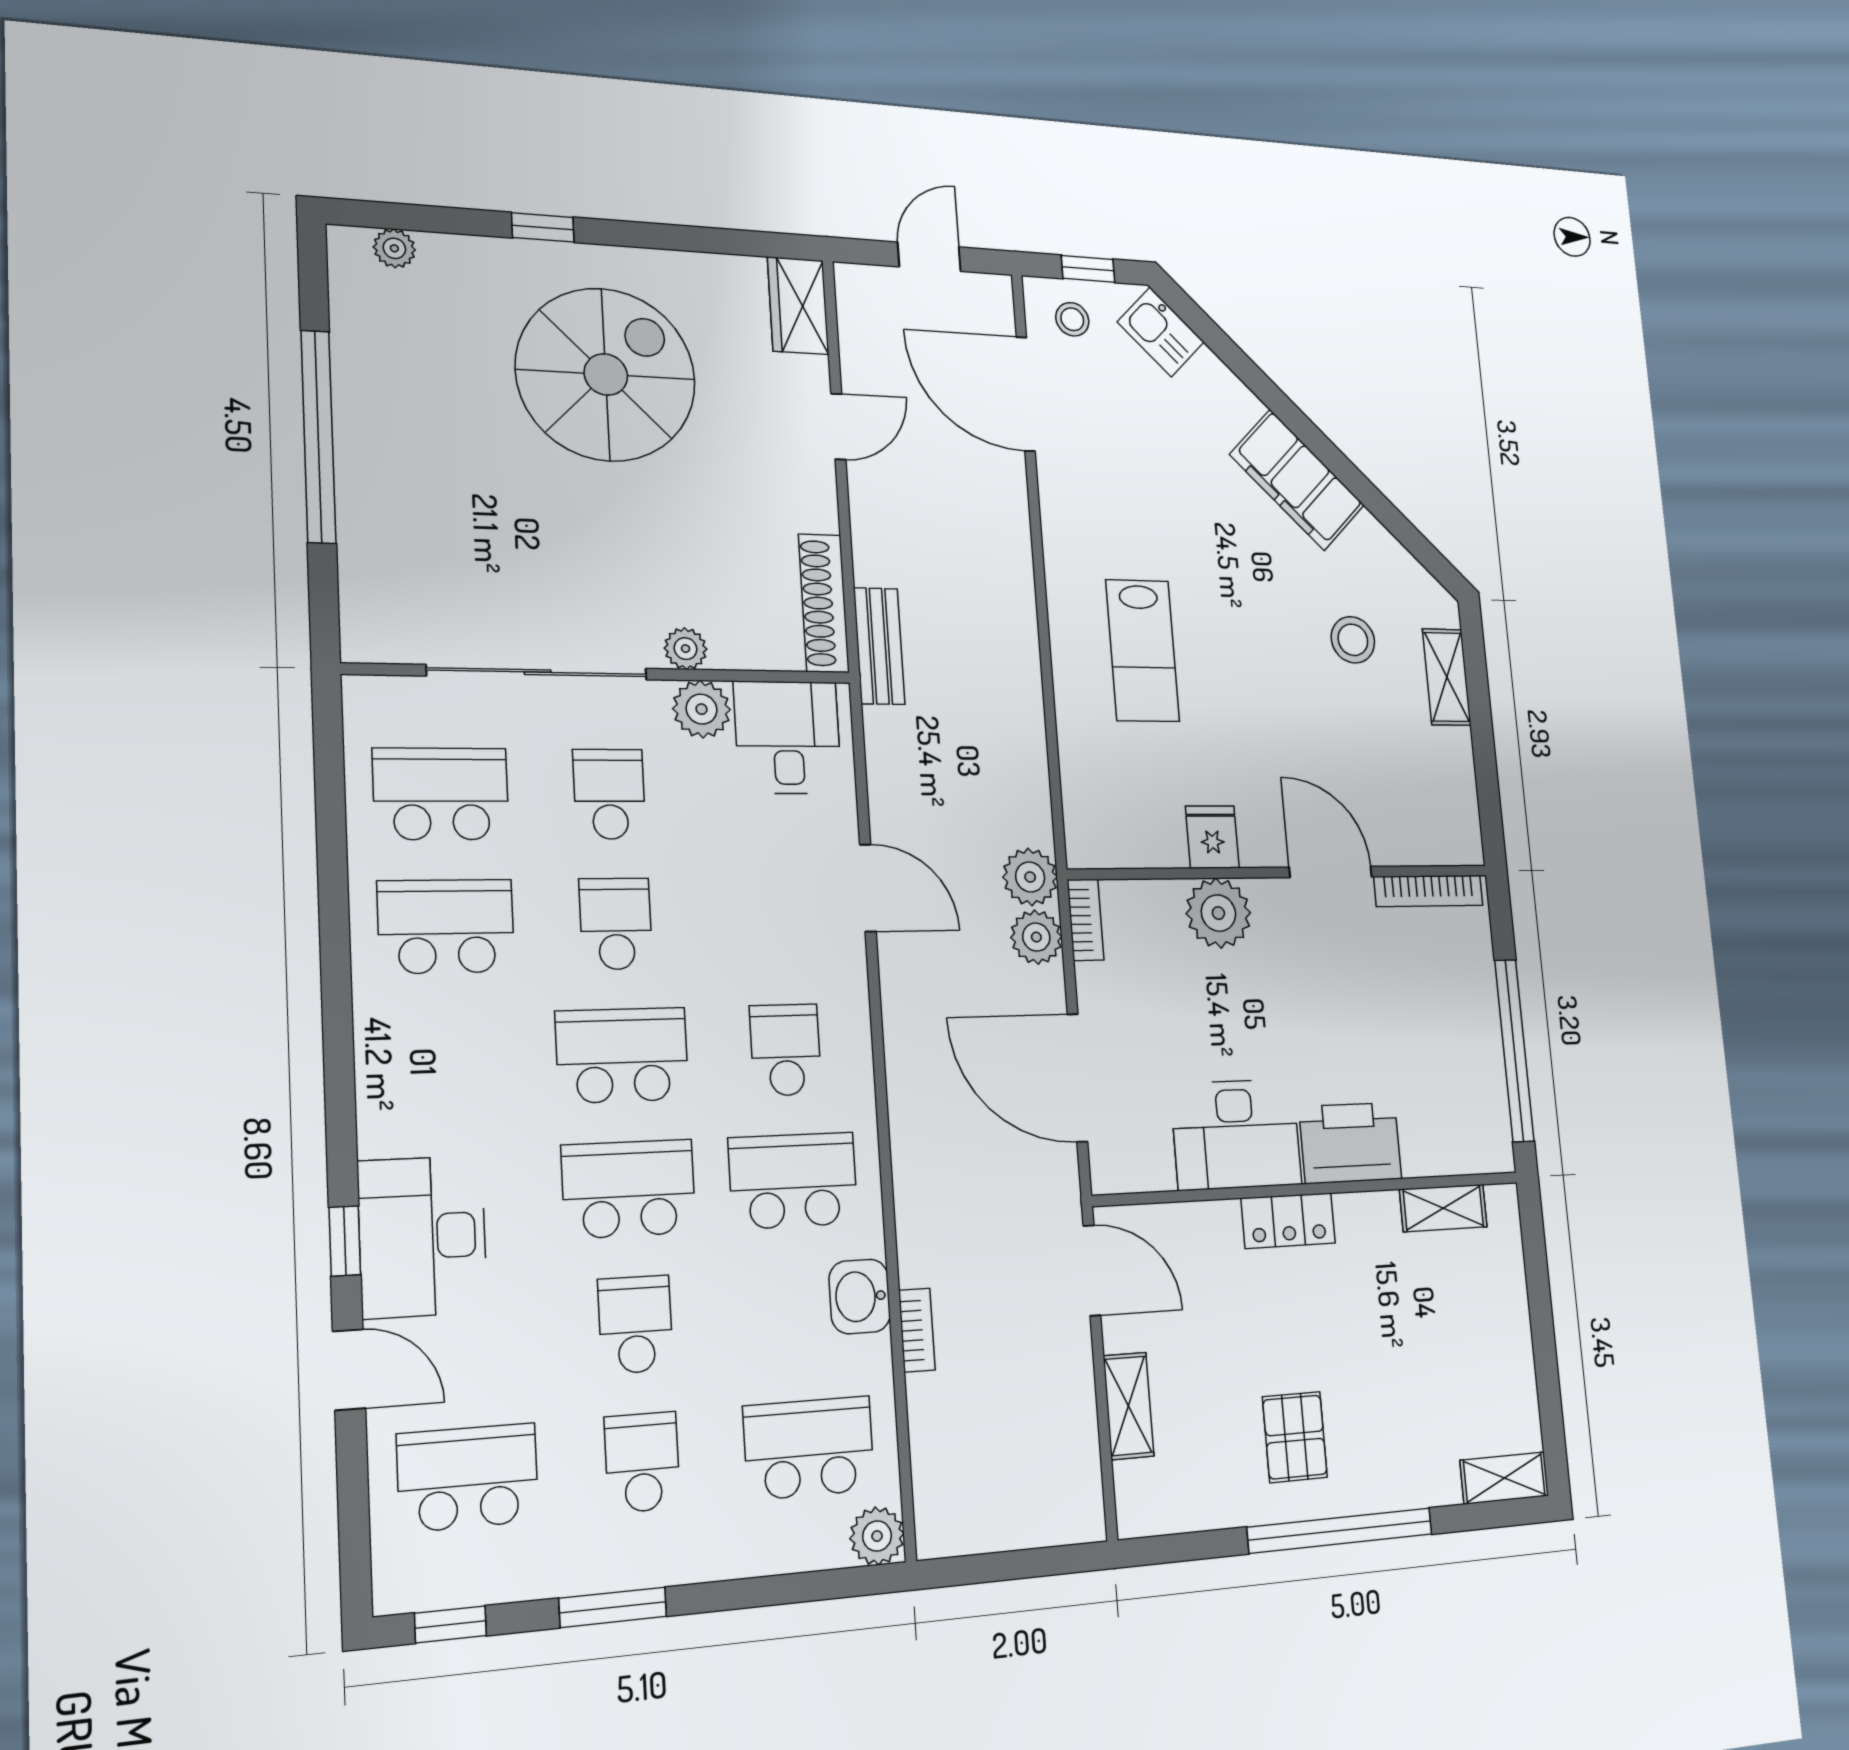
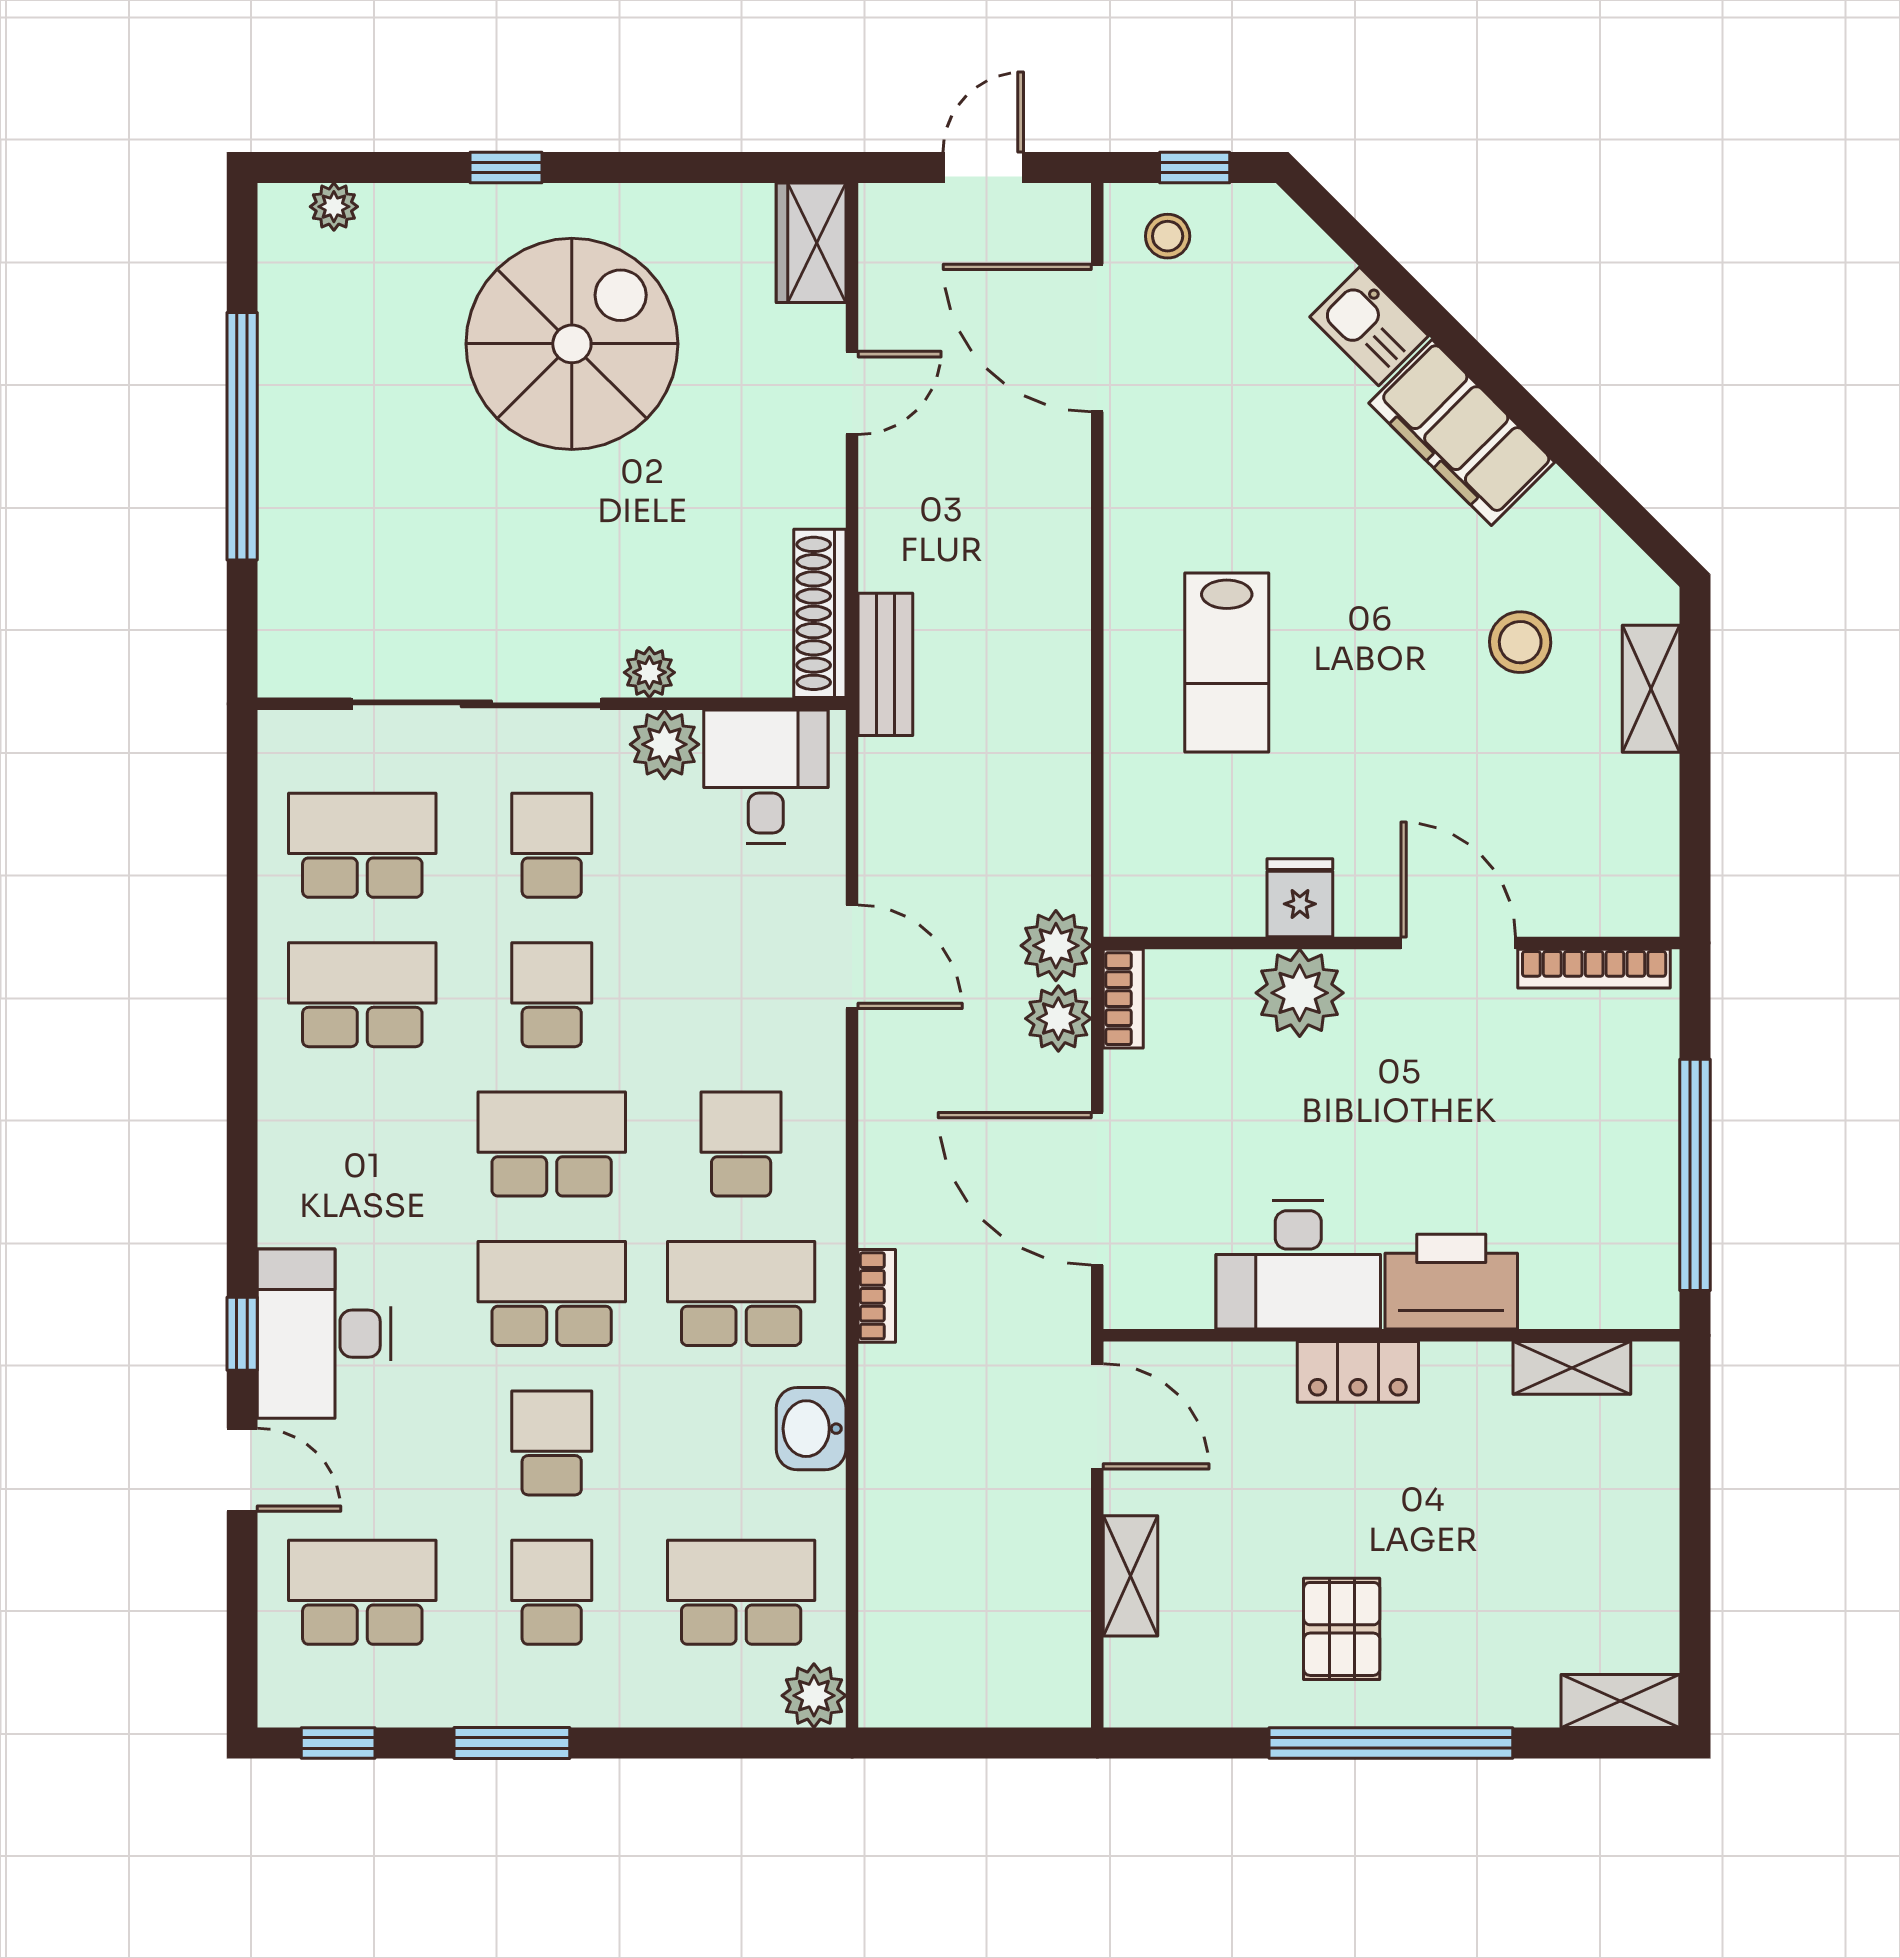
kitchen sink: (1161, 332) -> (1369, 326), moved
bookcase: (917, 1330) -> (877, 1296), moved

